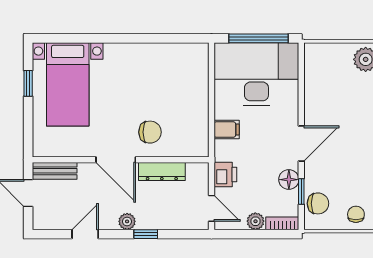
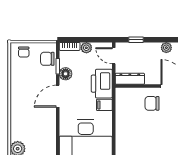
dresser: (162, 171) -> (130, 79), moved
printer: (225, 174) -> (102, 84), width x1.87, depth x1.48
window: (146, 234) -> (136, 40), moved

